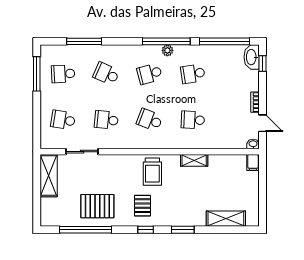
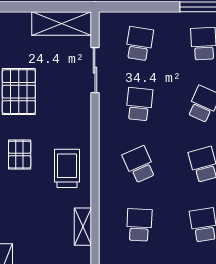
school desk: (150, 120) -> (139, 164), turned -45
trolley: (152, 172) -> (67, 168), turned 90
pallet: (142, 206) -> (20, 155), turned 90

